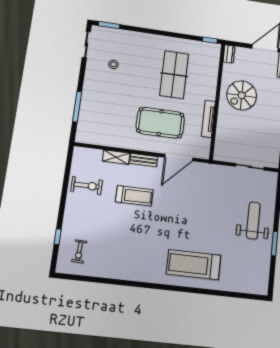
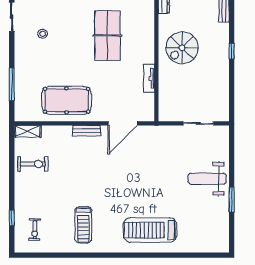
tv unit: (208, 119) -> (149, 78), width x0.71
pool table: (160, 123) -> (67, 100), moved
shelving: (116, 157) -> (28, 131), moved
treadmill: (134, 196) -> (83, 225), moved, turned 90
weight bench: (253, 221) -> (207, 179), turned -90

